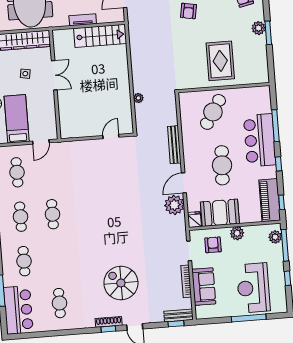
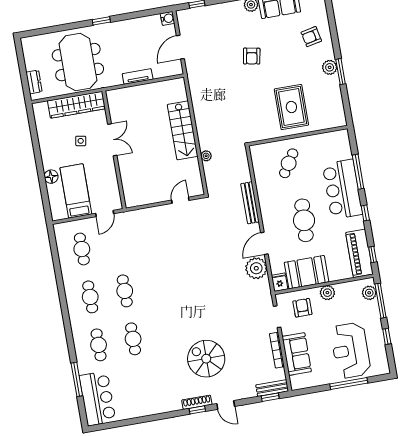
stairs: (100, 36) -> (183, 130), moved, turned 90
cafe table: (213, 112) -> (289, 163), width x0.73, depth x0.74
cafe table: (59, 303) -> (133, 339), moved

